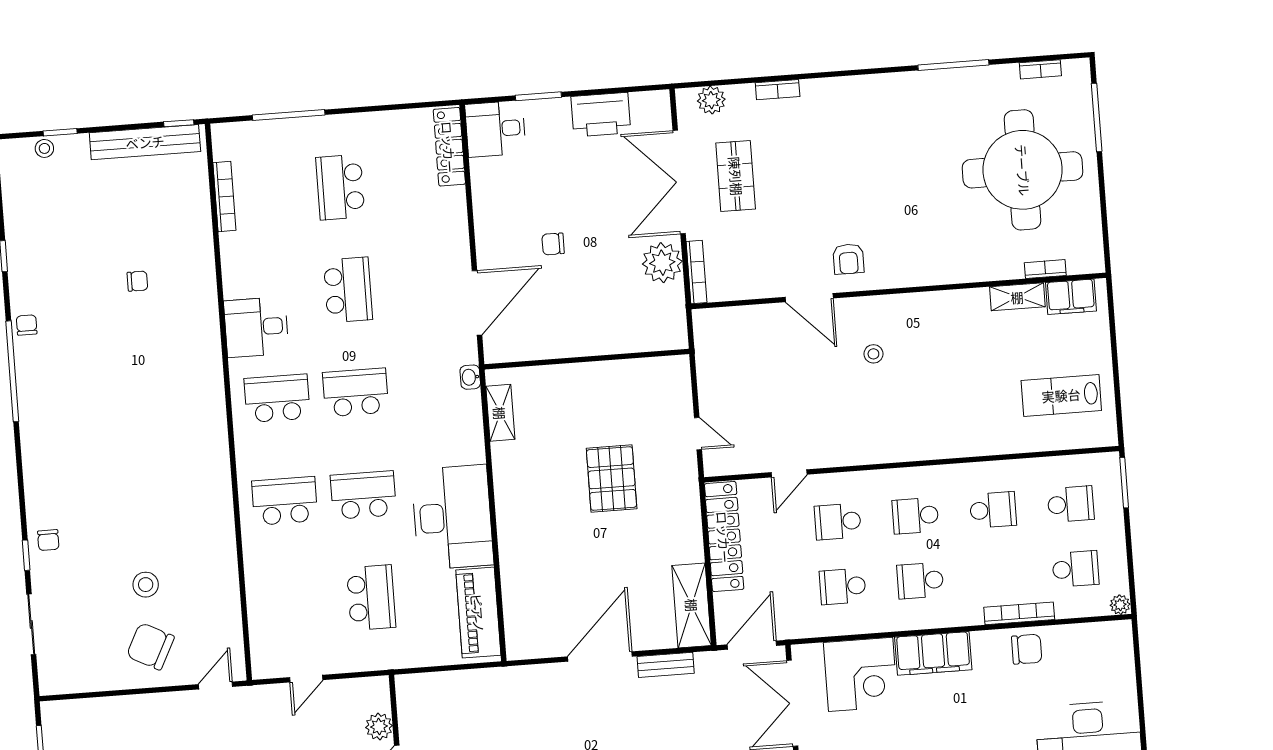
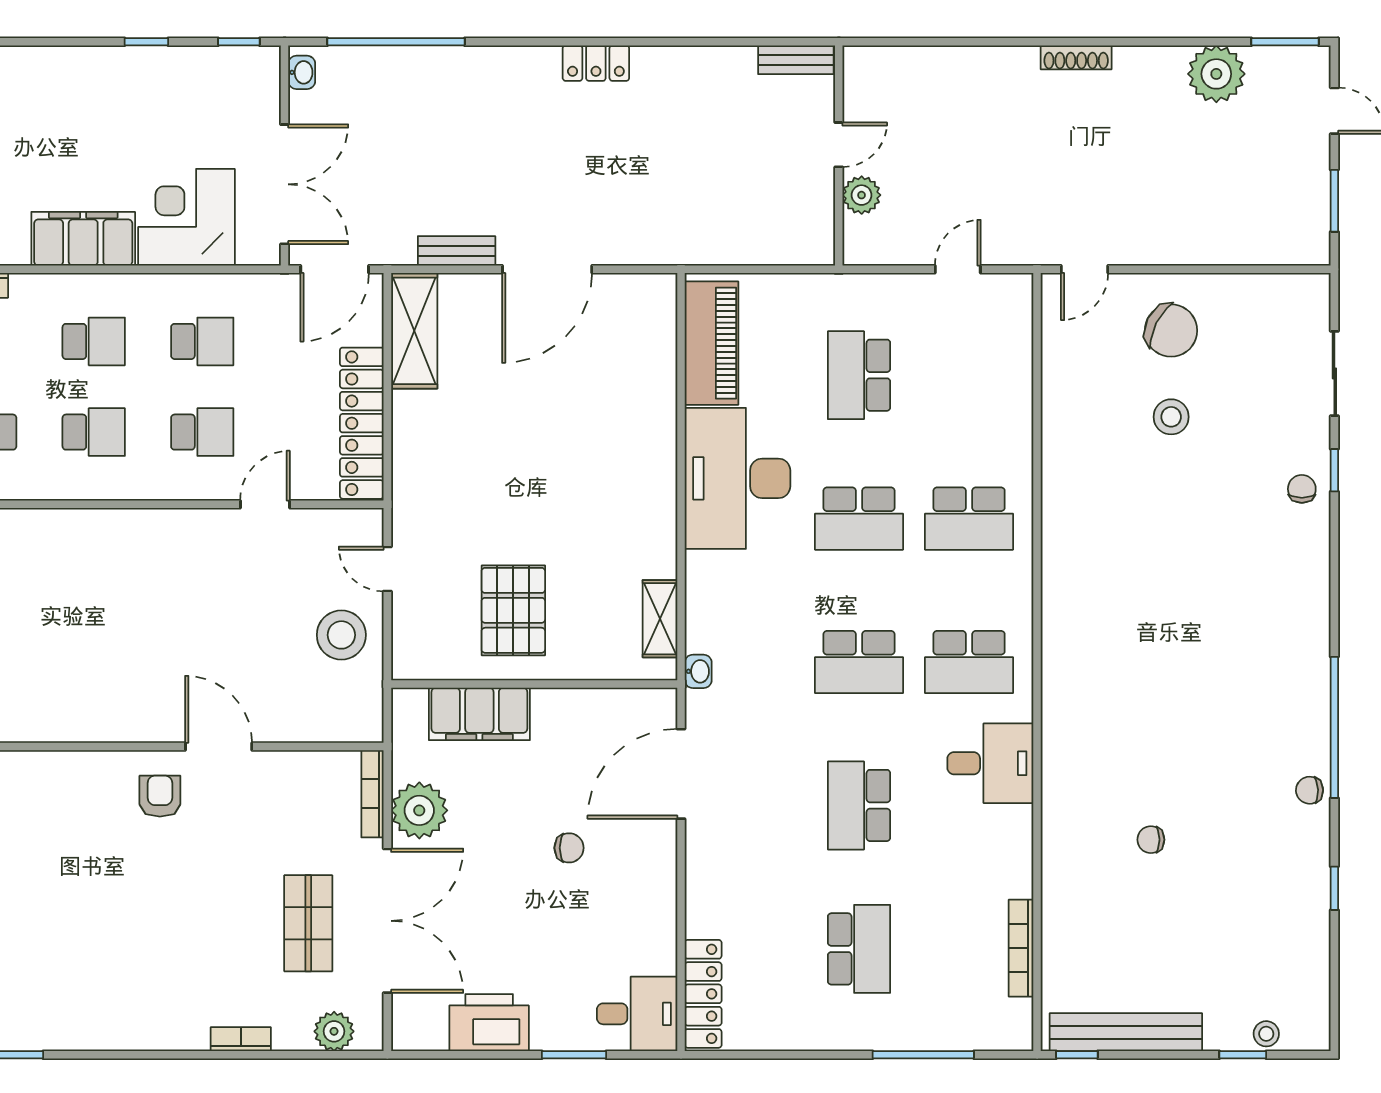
chair: (27, 325) -> (1309, 790), turned 88
filing cabinet: (624, 335) -> (479, 714), added
stool: (873, 354) -> (341, 635), moved, width x1.89, depth x1.89
pallet: (612, 478) -> (513, 610), moved

